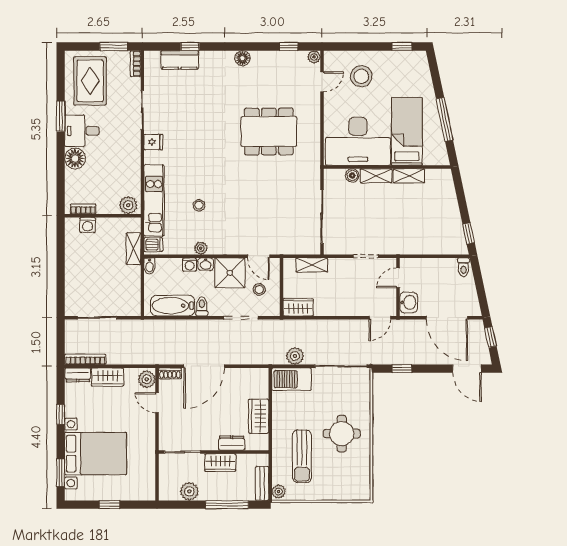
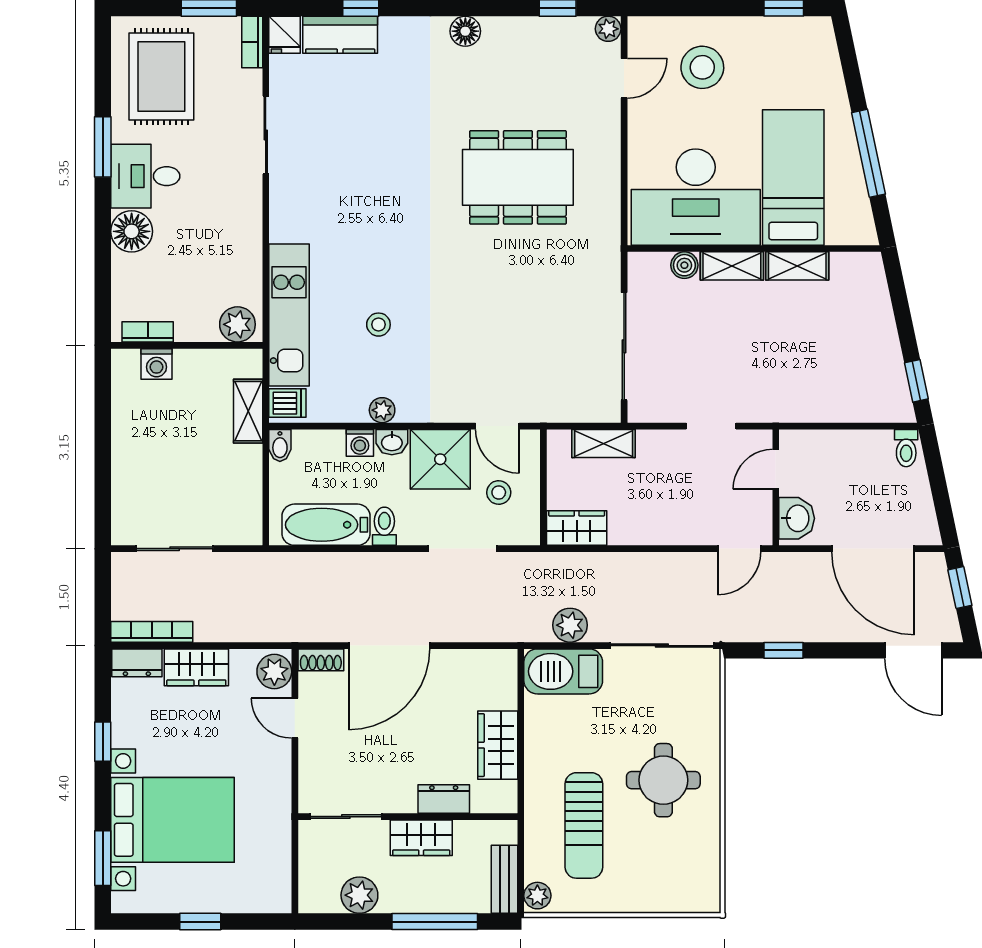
fridge: (153, 142) -> (285, 35), moved, turned 90

